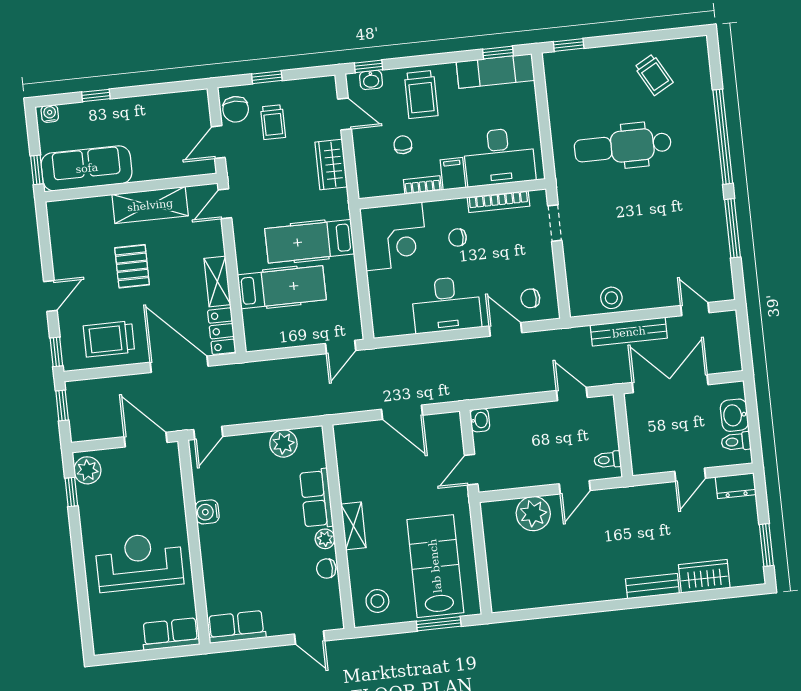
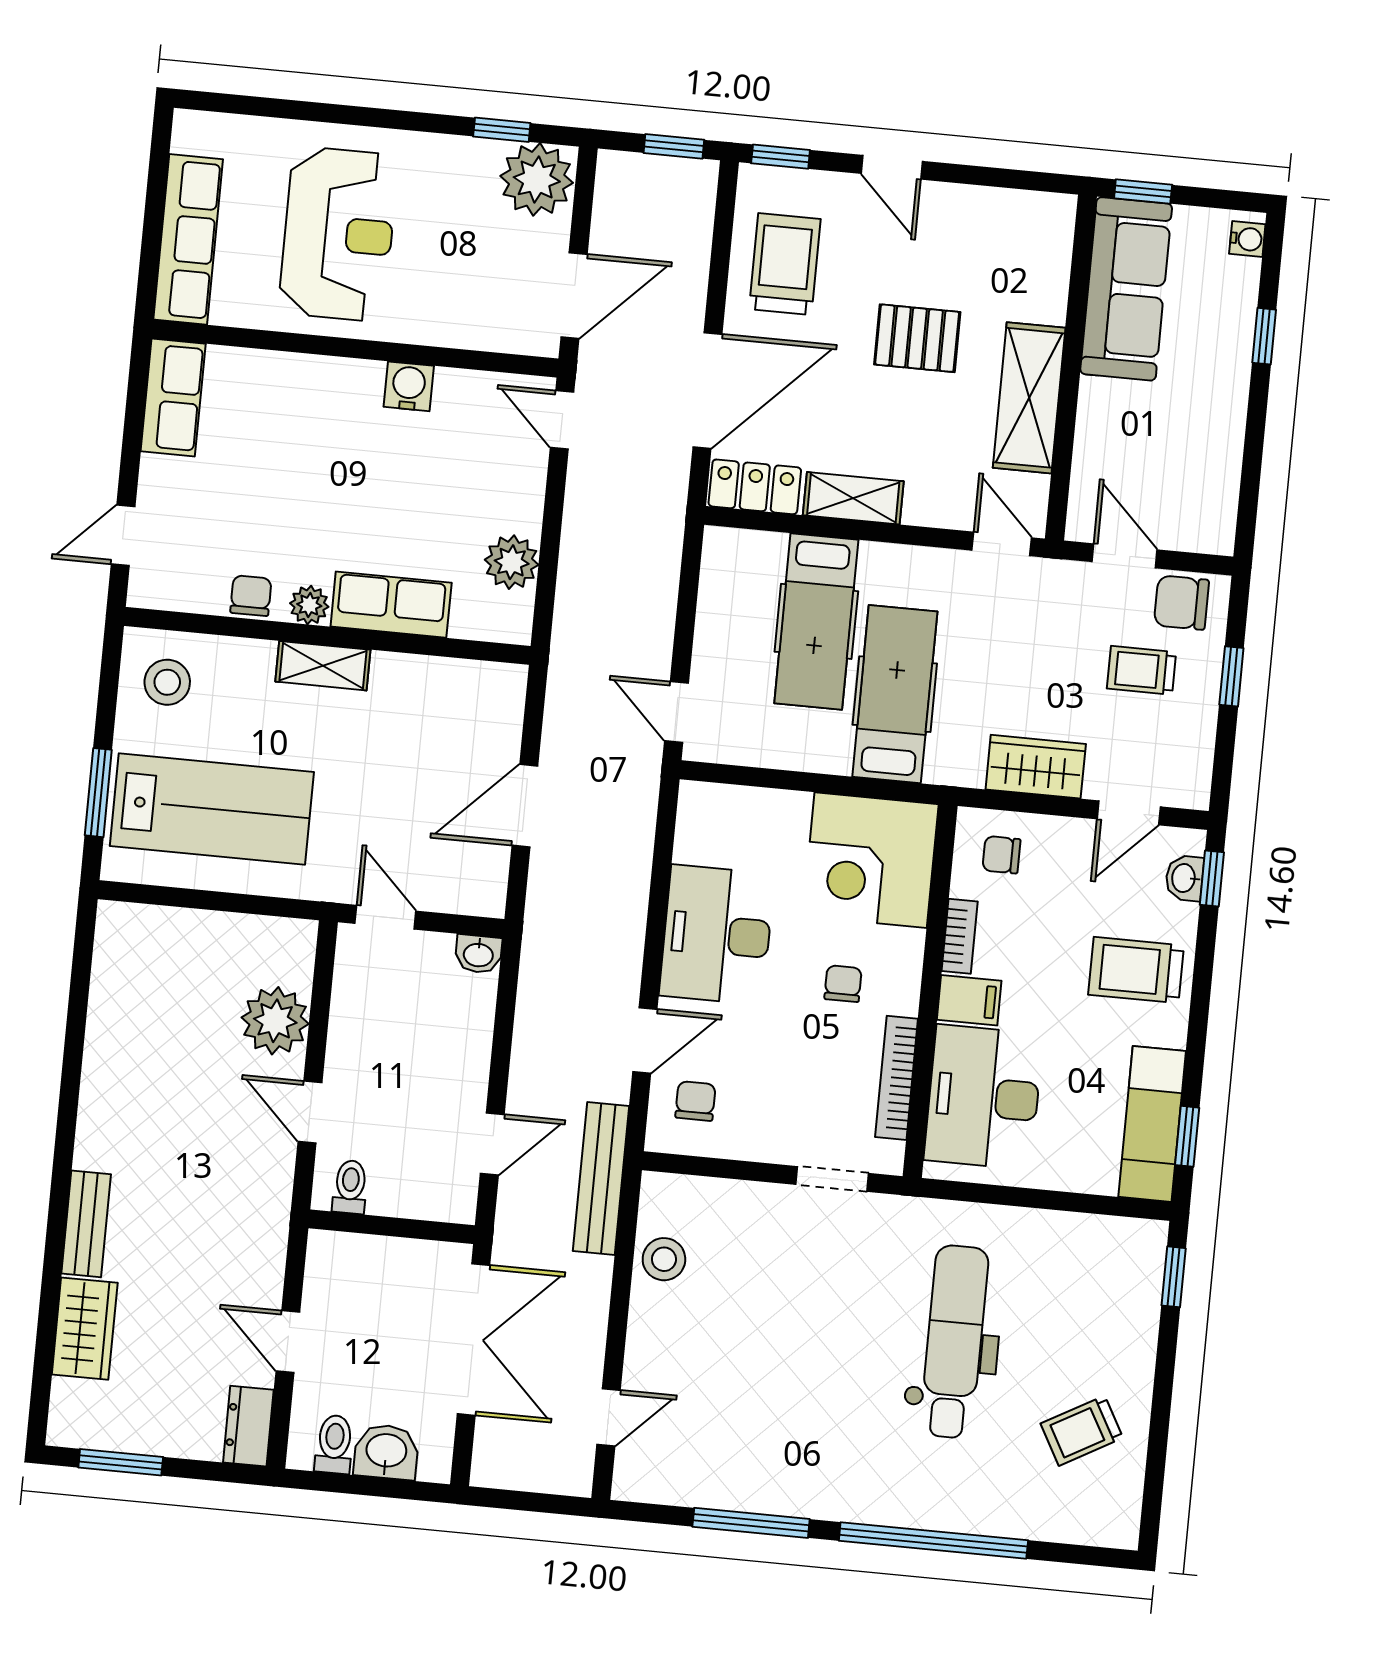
chair: (403, 145) -> (1001, 855), moved, turned 180
bench: (629, 332) -> (601, 1179), moved
plant: (87, 470) -> (537, 179), width x1.36, depth x1.36
row of seats: (171, 634) -> (188, 239), width x1.48

